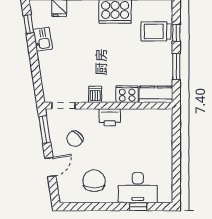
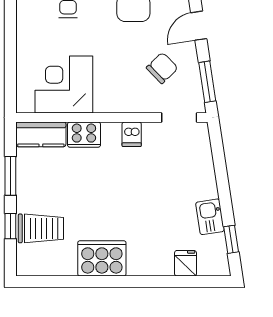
printer: (110, 117) -> (110, 100), removed
corner desk: (141, 128) -> (64, 84), added

